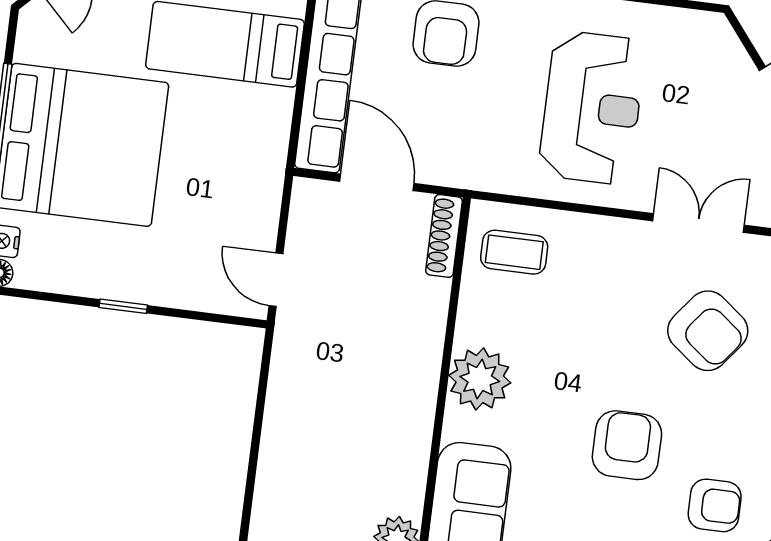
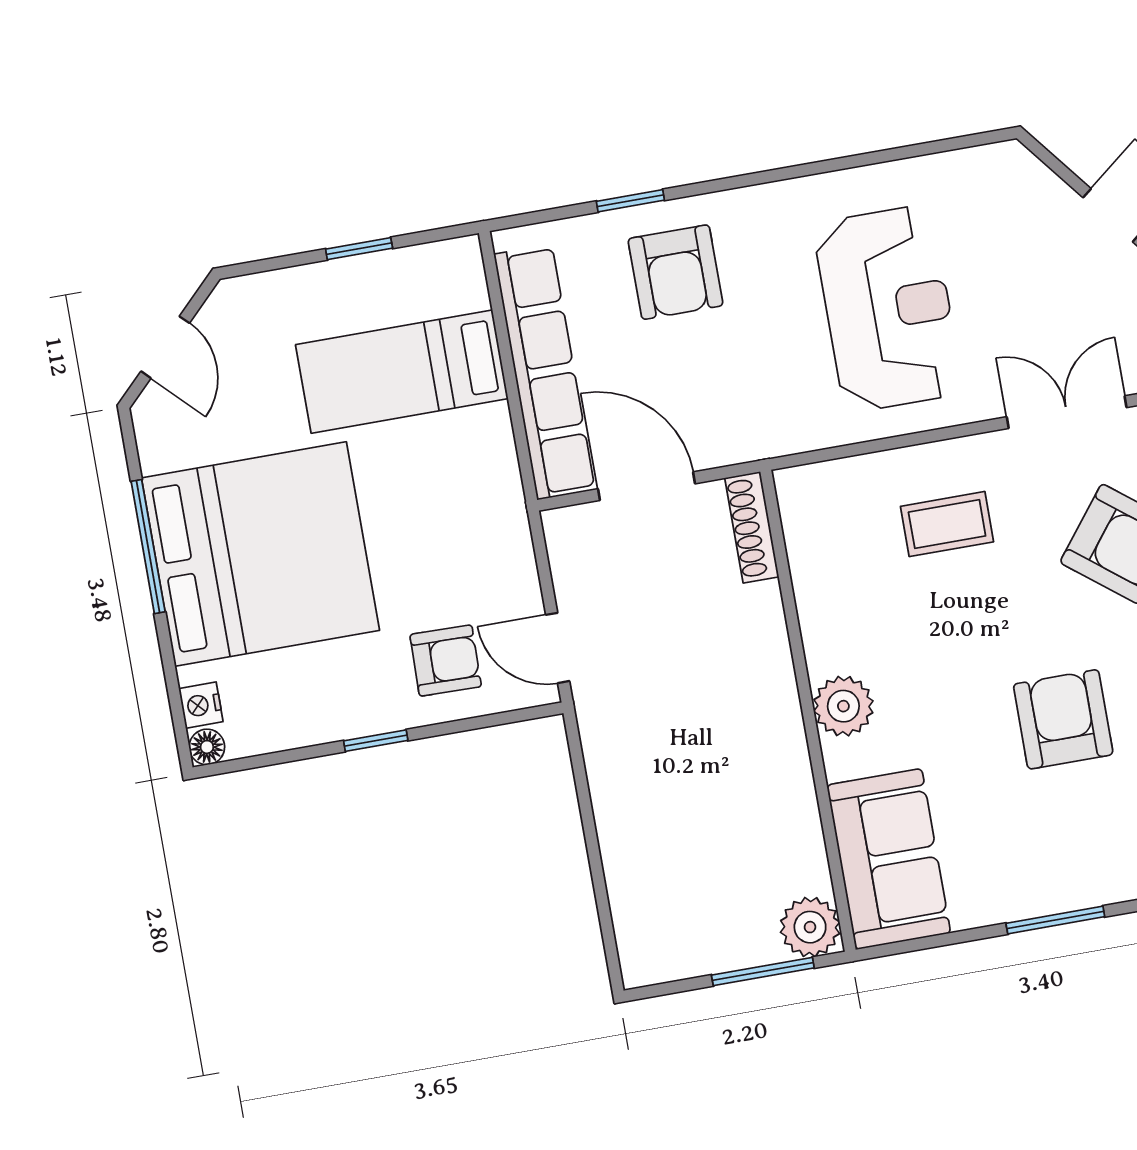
coffee table: (514, 252) -> (947, 524), moved
armchair: (192, 264) -> (446, 661), added
plant: (480, 379) -> (843, 706), width x0.73, depth x0.73

